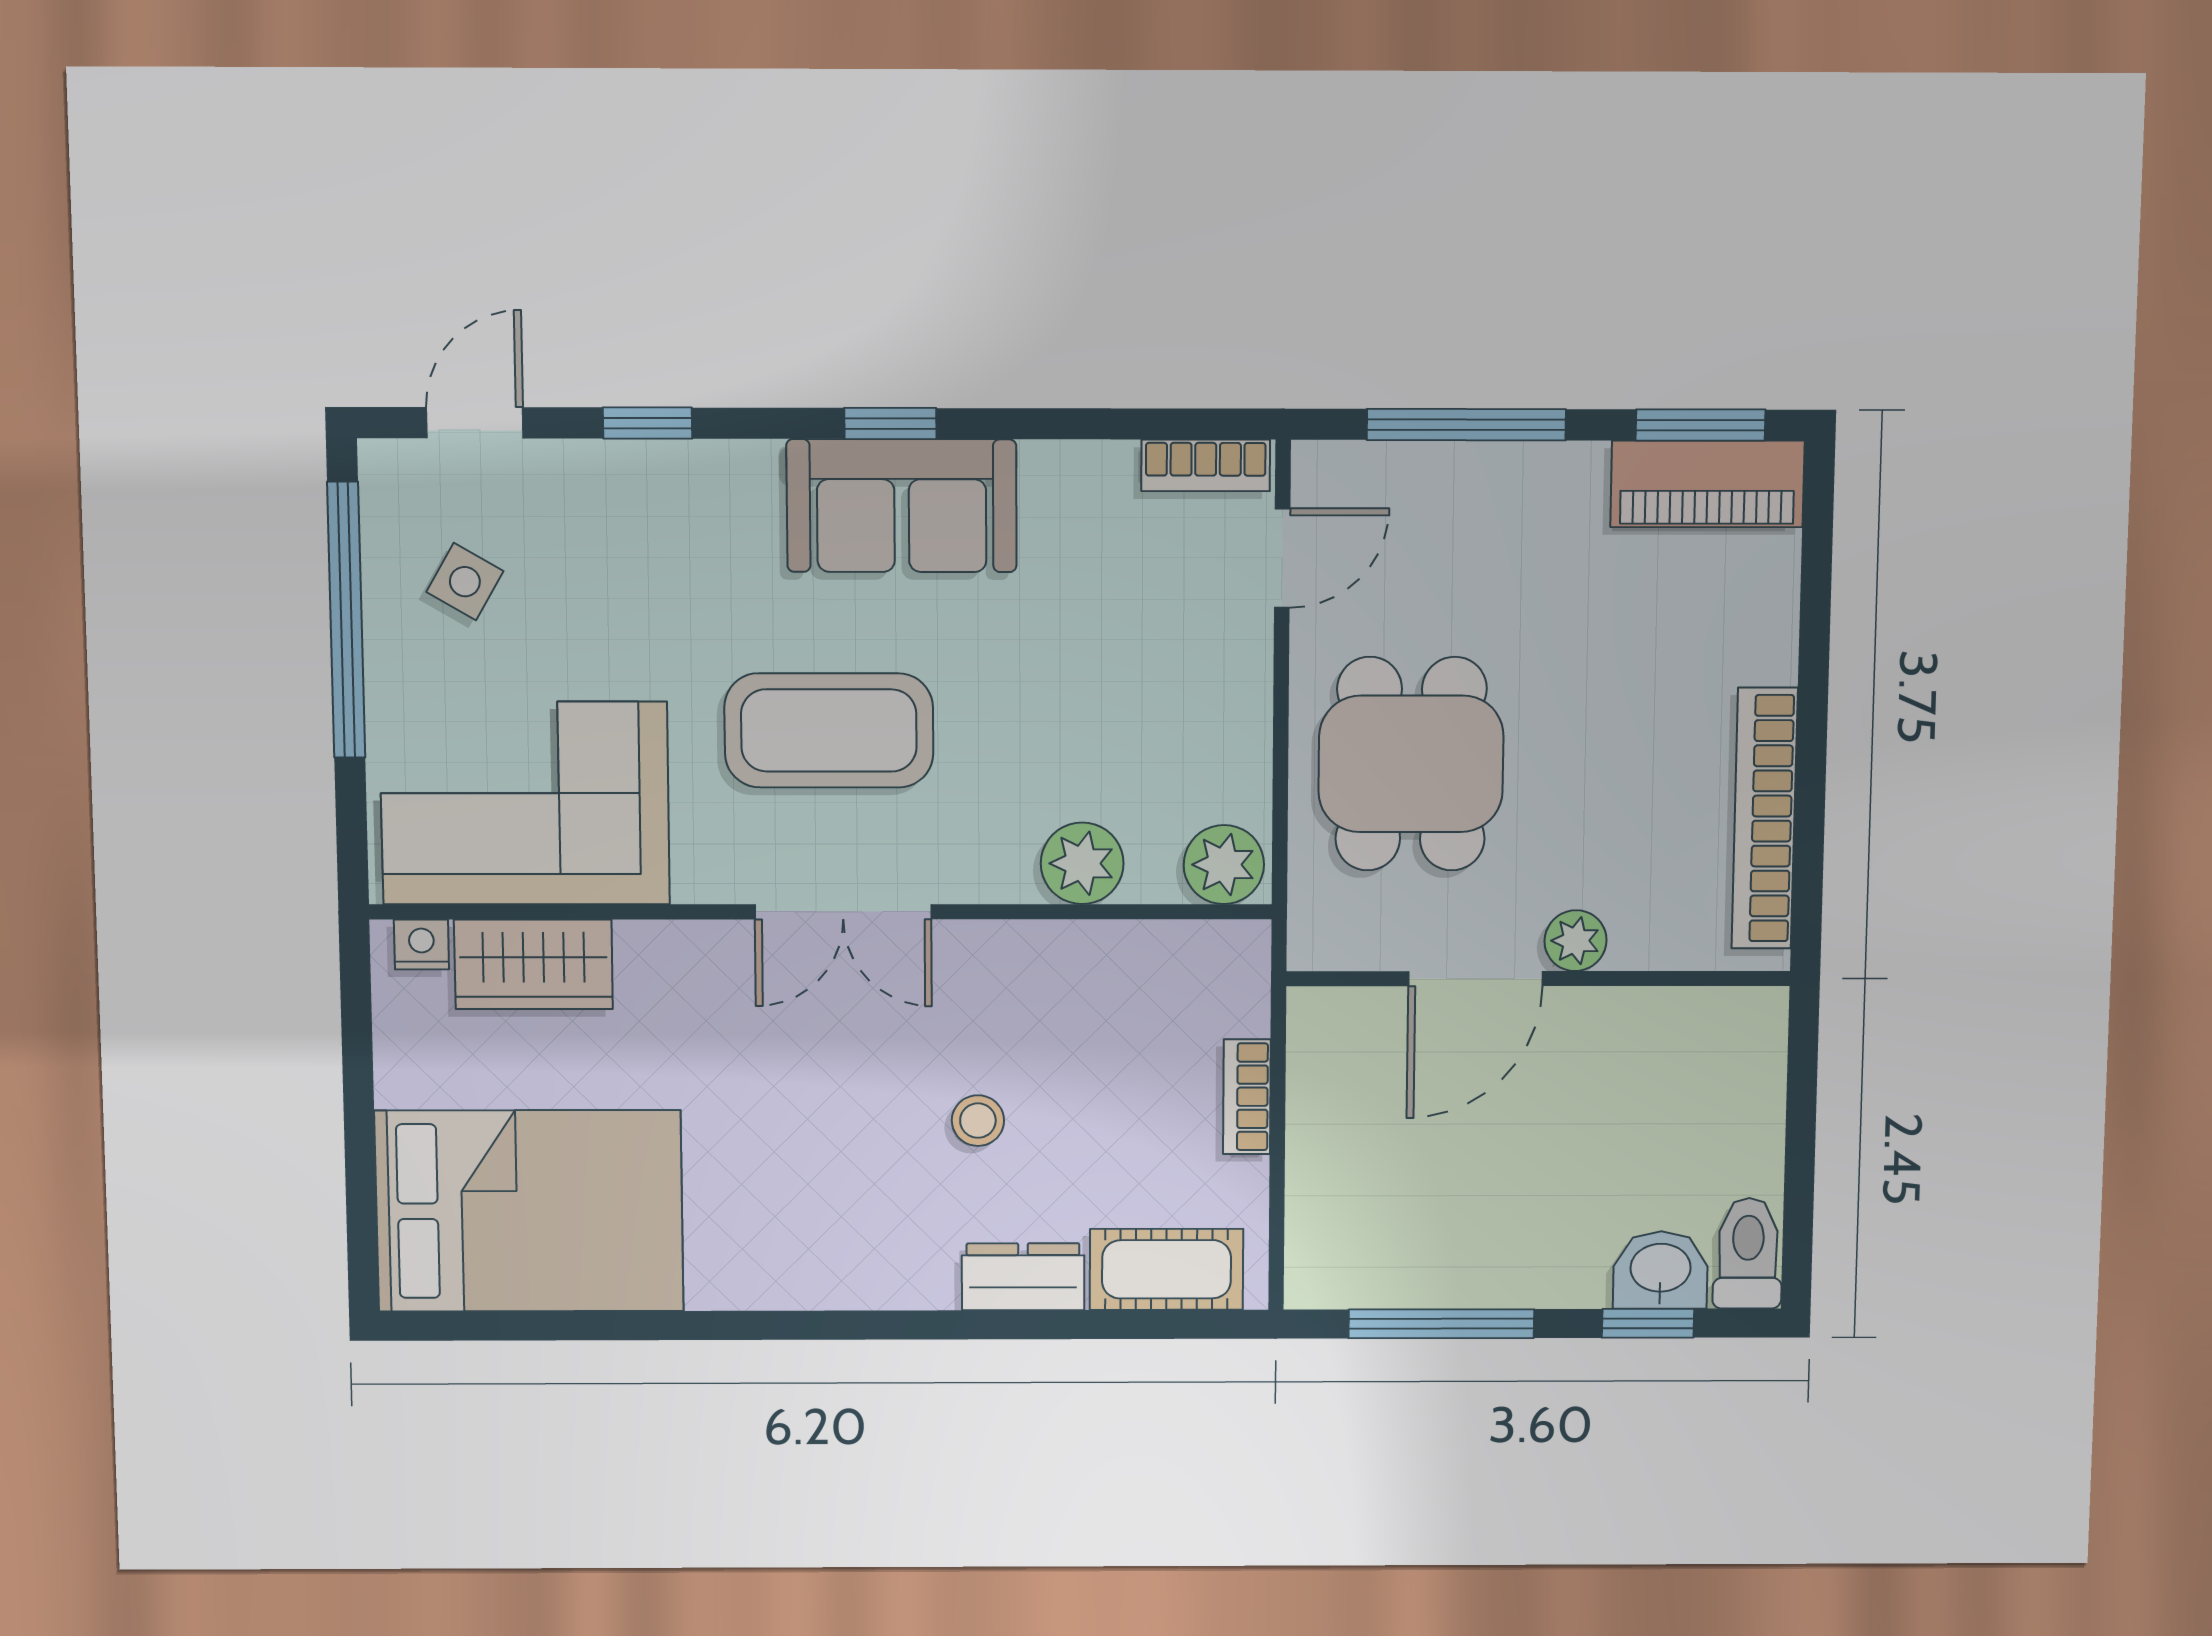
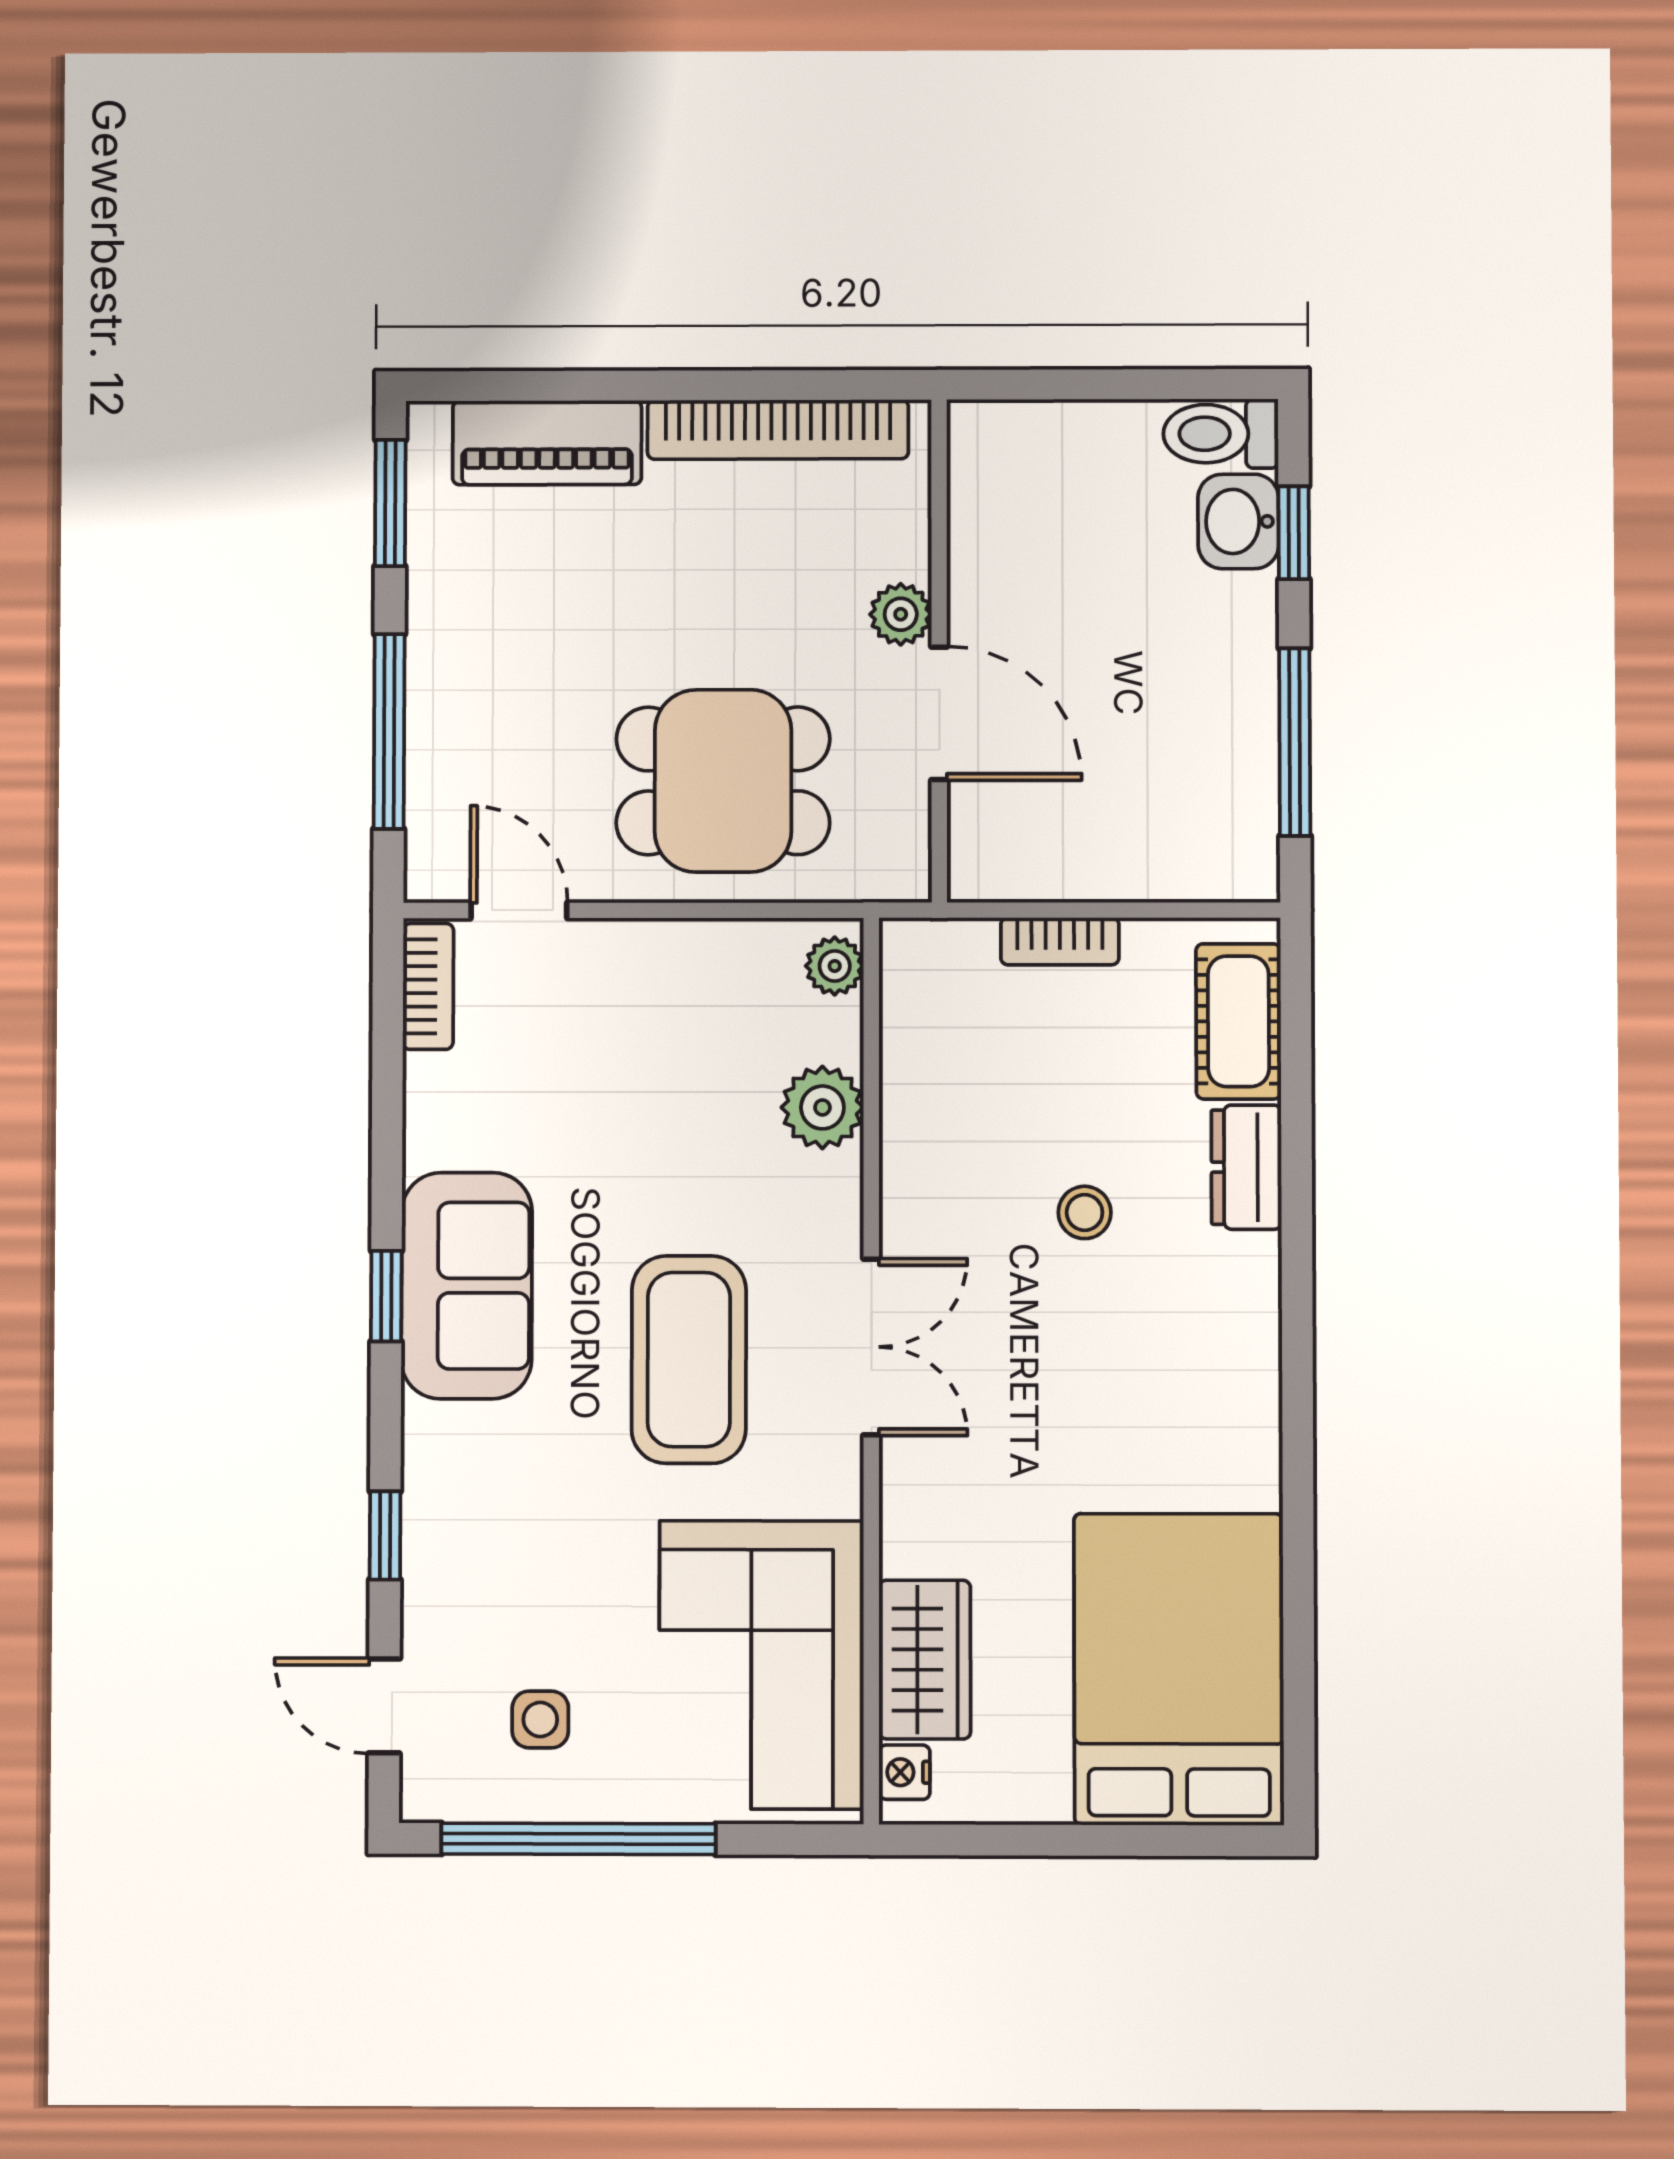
piano: (1707, 484) -> (547, 443), moved, turned 90
side table: (465, 582) -> (540, 1719), turned -30
plant: (1224, 865) -> (835, 966), width x0.73, depth x0.73

